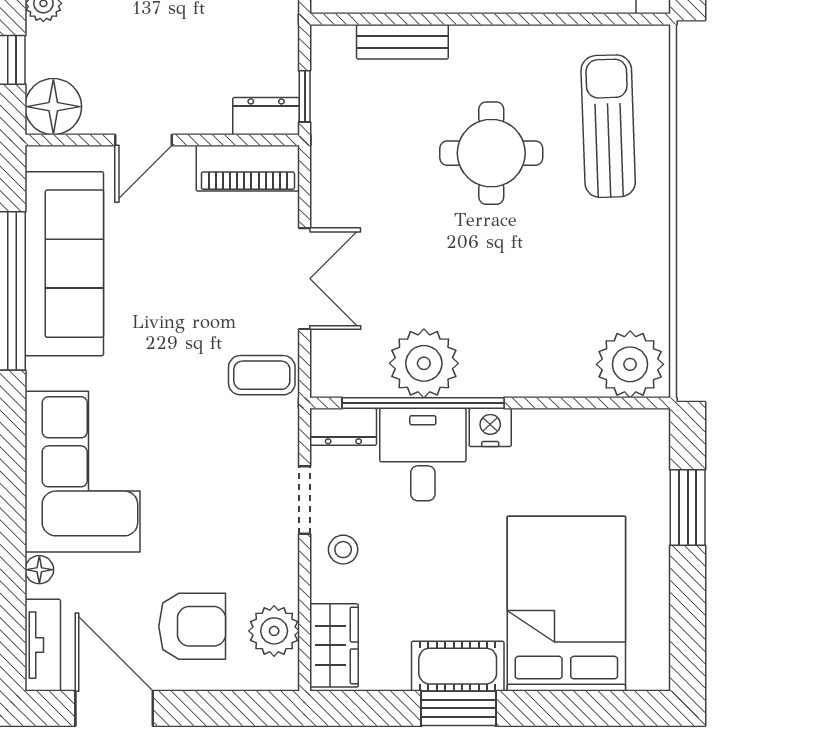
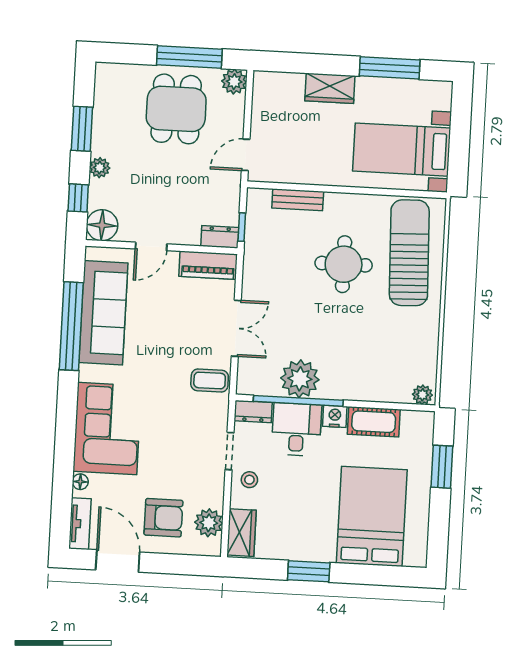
sun lounger: (608, 126) -> (409, 253), width x1.36, depth x1.34
plant: (630, 364) -> (422, 395), width x0.53, depth x0.53
cot: (458, 666) -> (374, 422), moved

